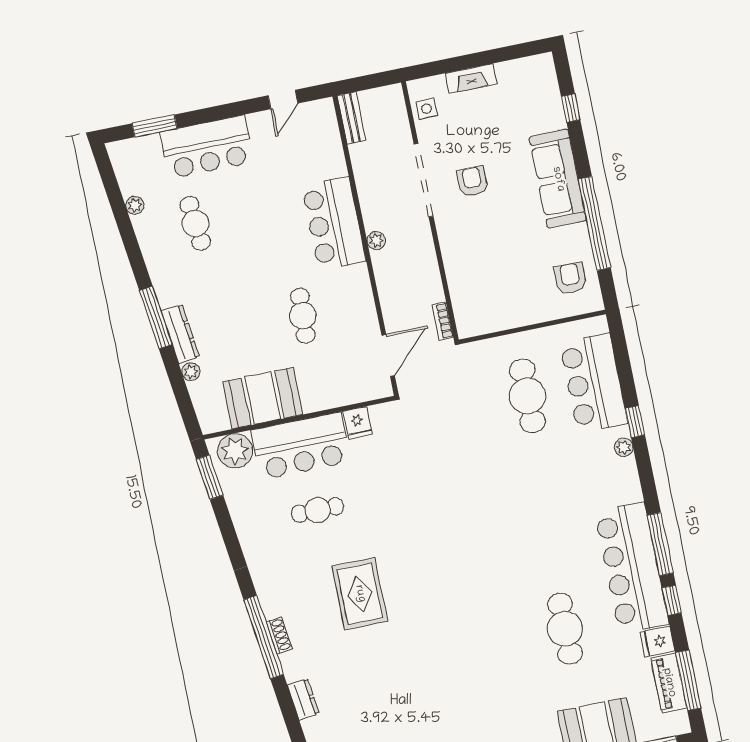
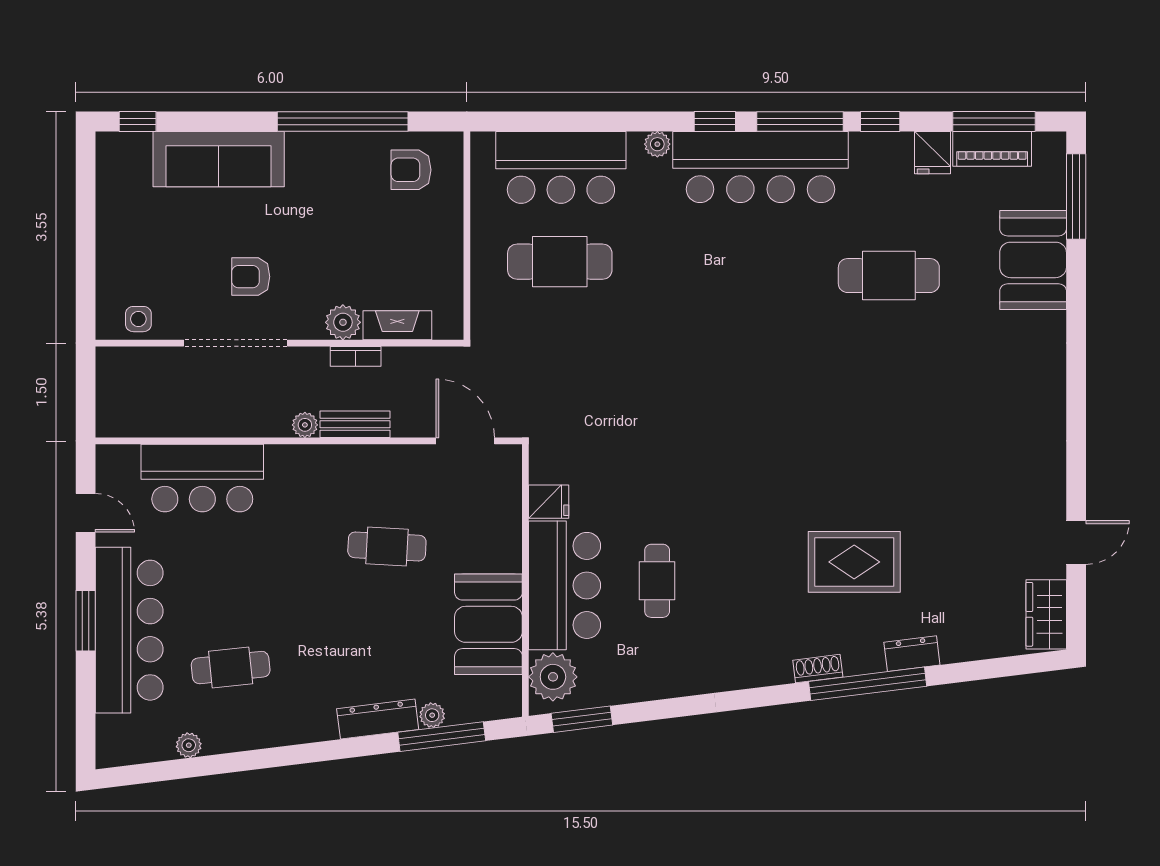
fireplace: (471, 79) -> (397, 325), moved, turned -90
window: (571, 108) -> (138, 121), moved
bench: (351, 118) -> (355, 424), moved
window: (155, 126) -> (86, 621), moved
bar counter: (207, 147) -> (129, 630), width x1.36
sofa: (558, 179) -> (219, 159), moved
bar counter: (334, 224) -> (202, 478), moved
plant: (454, 253) -> (343, 322), added
window: (156, 318) -> (442, 737), moved
bookcase: (443, 321) -> (356, 356), moved
window: (635, 422) -> (715, 121), moved
bar counter: (632, 568) -> (761, 167), moved
rug: (360, 594) -> (854, 562), moved
window: (264, 637) -> (868, 684), moved

